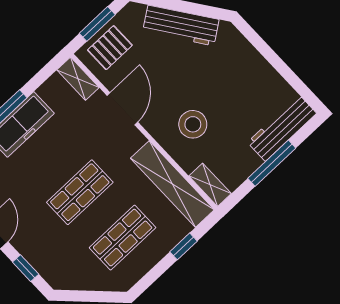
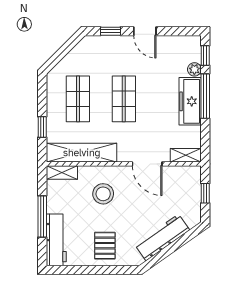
window: (97, 24) -> (205, 193), width x0.67
pallet: (110, 48) -> (105, 246), moved

